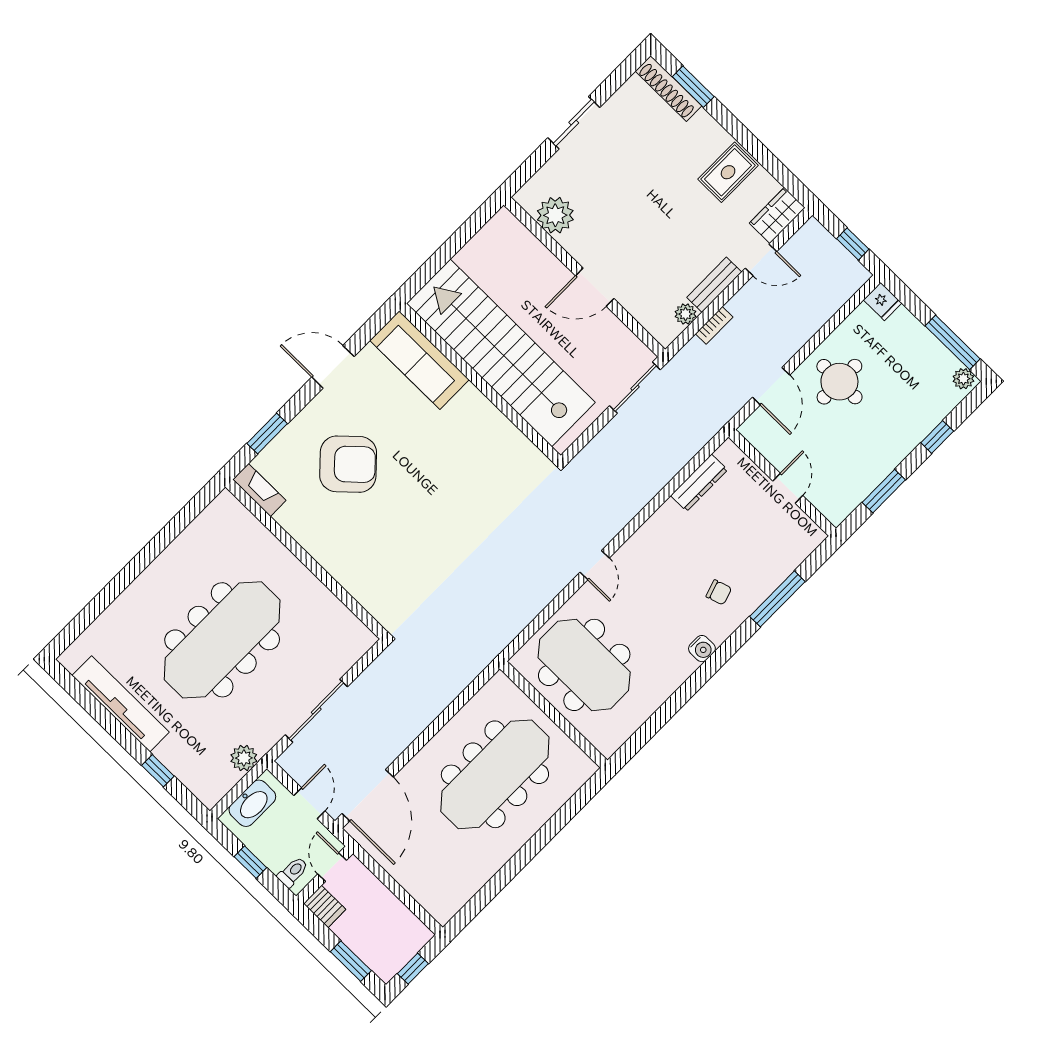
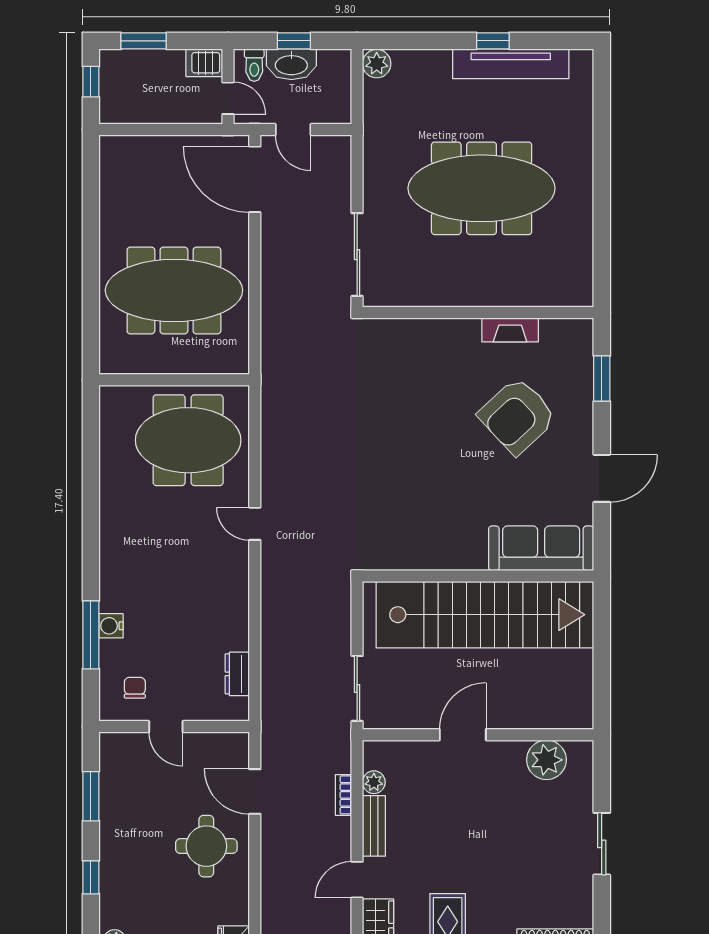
dresser: (699, 483) -> (237, 674), width x0.70
fireplace: (259, 490) -> (510, 330), moved
chair: (719, 592) -> (135, 688), moved, turned 108
meeting table: (222, 640) -> (482, 188), turned 90
water cooler: (702, 649) -> (111, 626), moved
sliding door: (316, 711) -> (357, 255), moved
plant: (244, 758) -> (377, 64), moved
window: (158, 771) -> (493, 41), moved
meeting table: (495, 774) -> (174, 290), turned 90
washbasin: (252, 803) -> (291, 64), moved, turned -90

